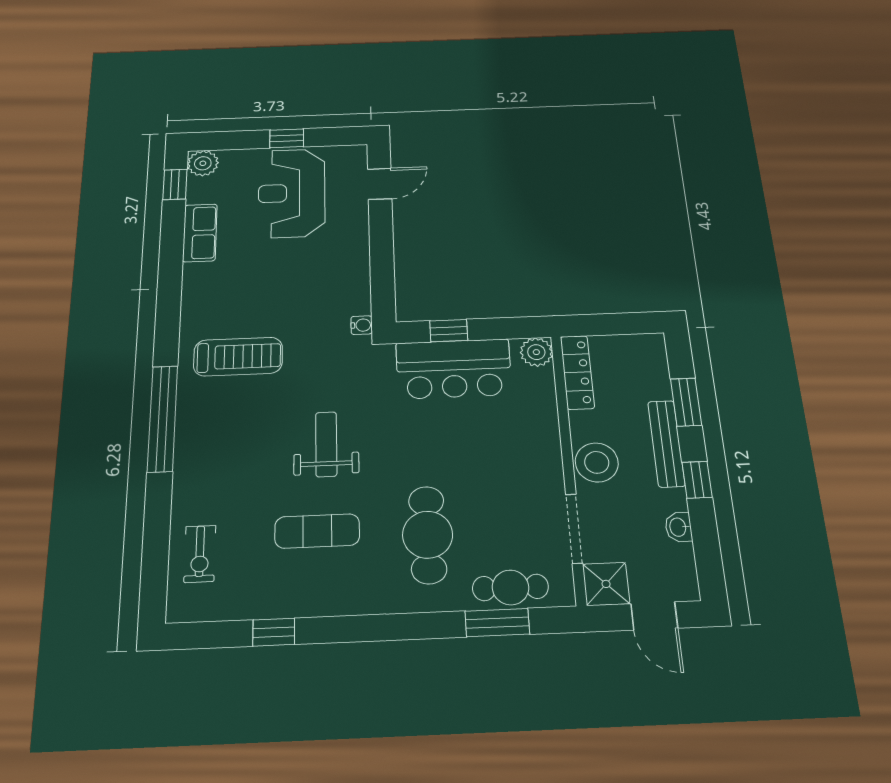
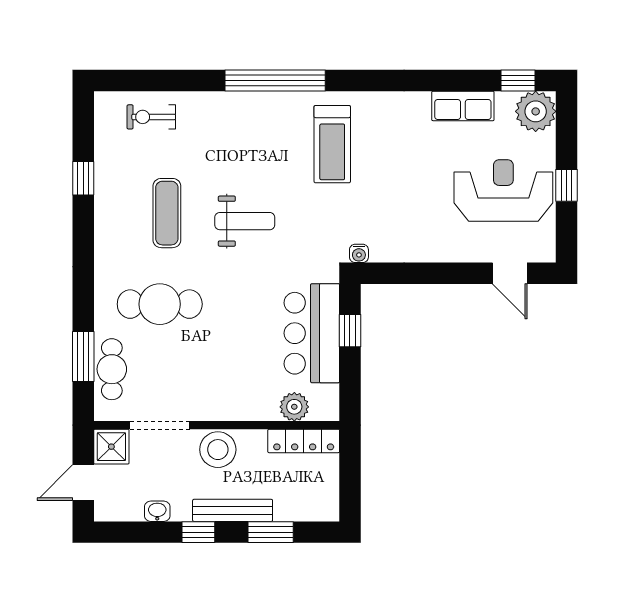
plant: (203, 163) -> (536, 111), width x1.36, depth x1.36
plant: (536, 352) -> (294, 407), moved

